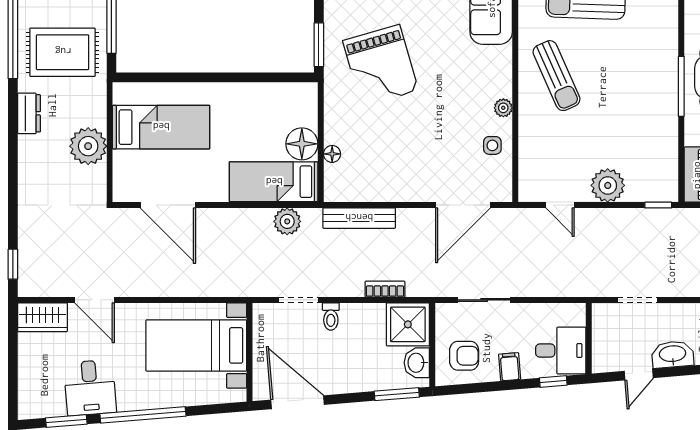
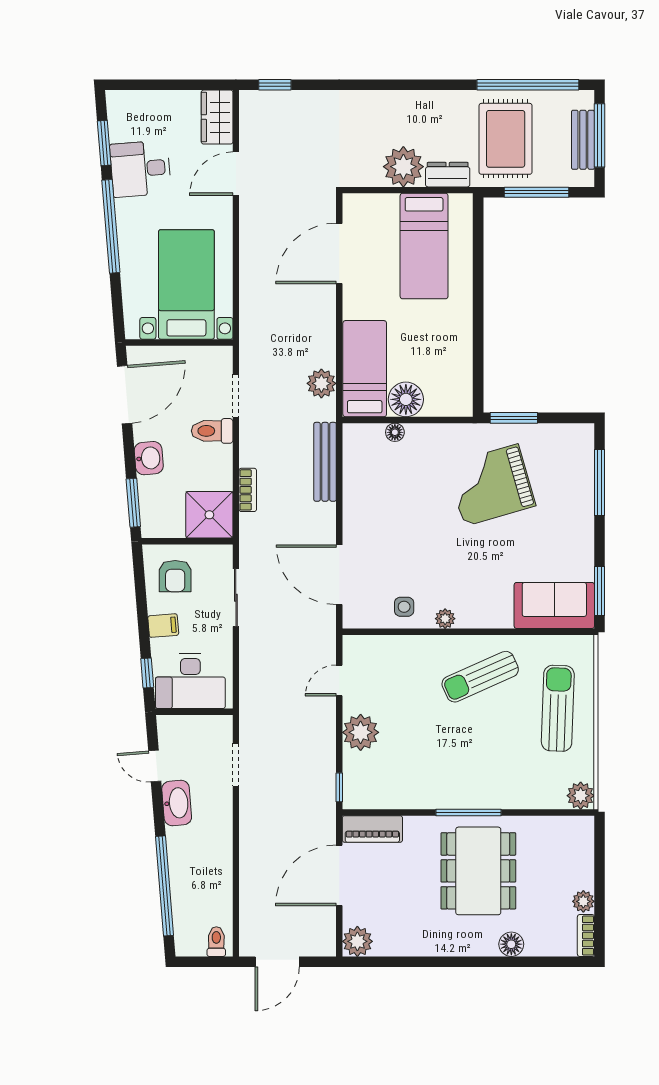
dresser: (29, 113) -> (448, 175), moved, turned 180
toilet: (331, 317) -> (212, 431), width x1.37, depth x1.39
desk: (561, 351) -> (190, 681), width x1.37
washbasin: (417, 363) -> (149, 458), moved, turned 85

